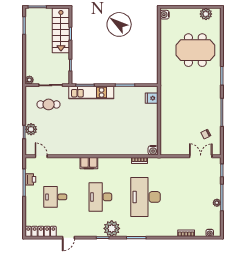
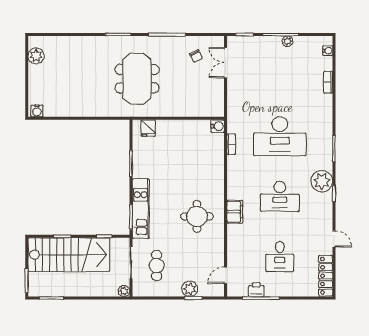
stairs: (61, 30) -> (69, 255), width x1.36, depth x1.51
meeting table: (195, 50) -> (137, 79), moved
round table: (85, 135) -> (197, 216), added

